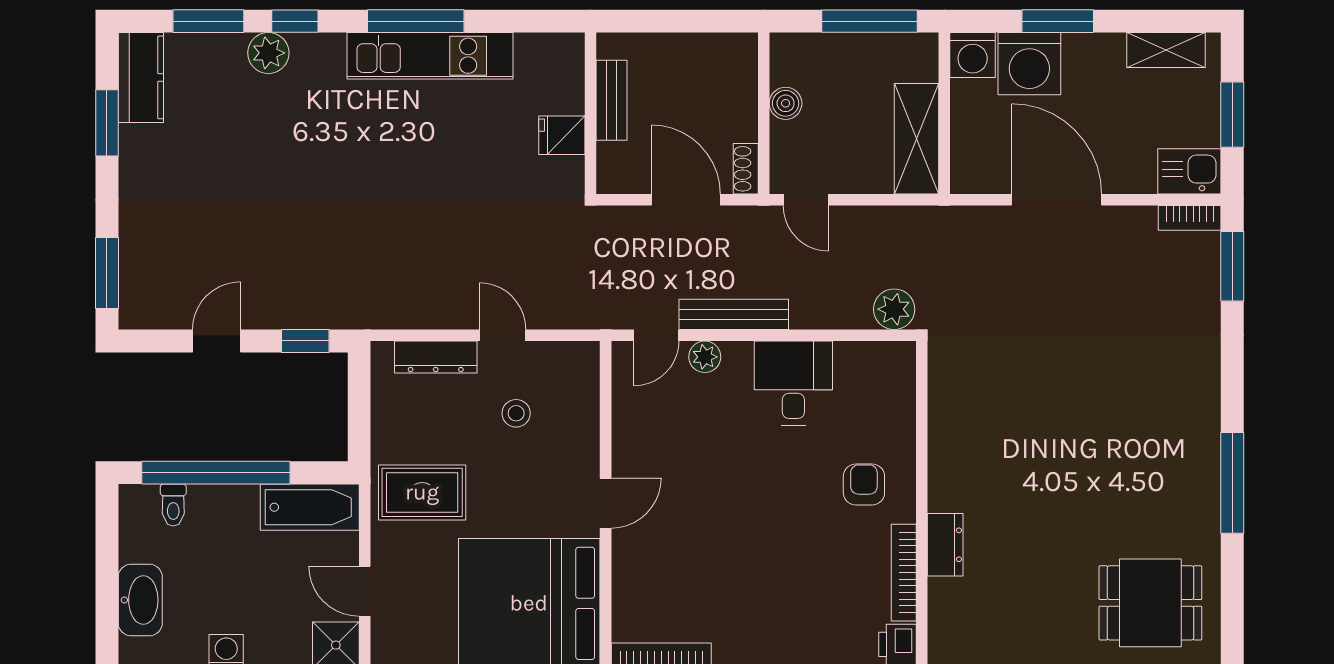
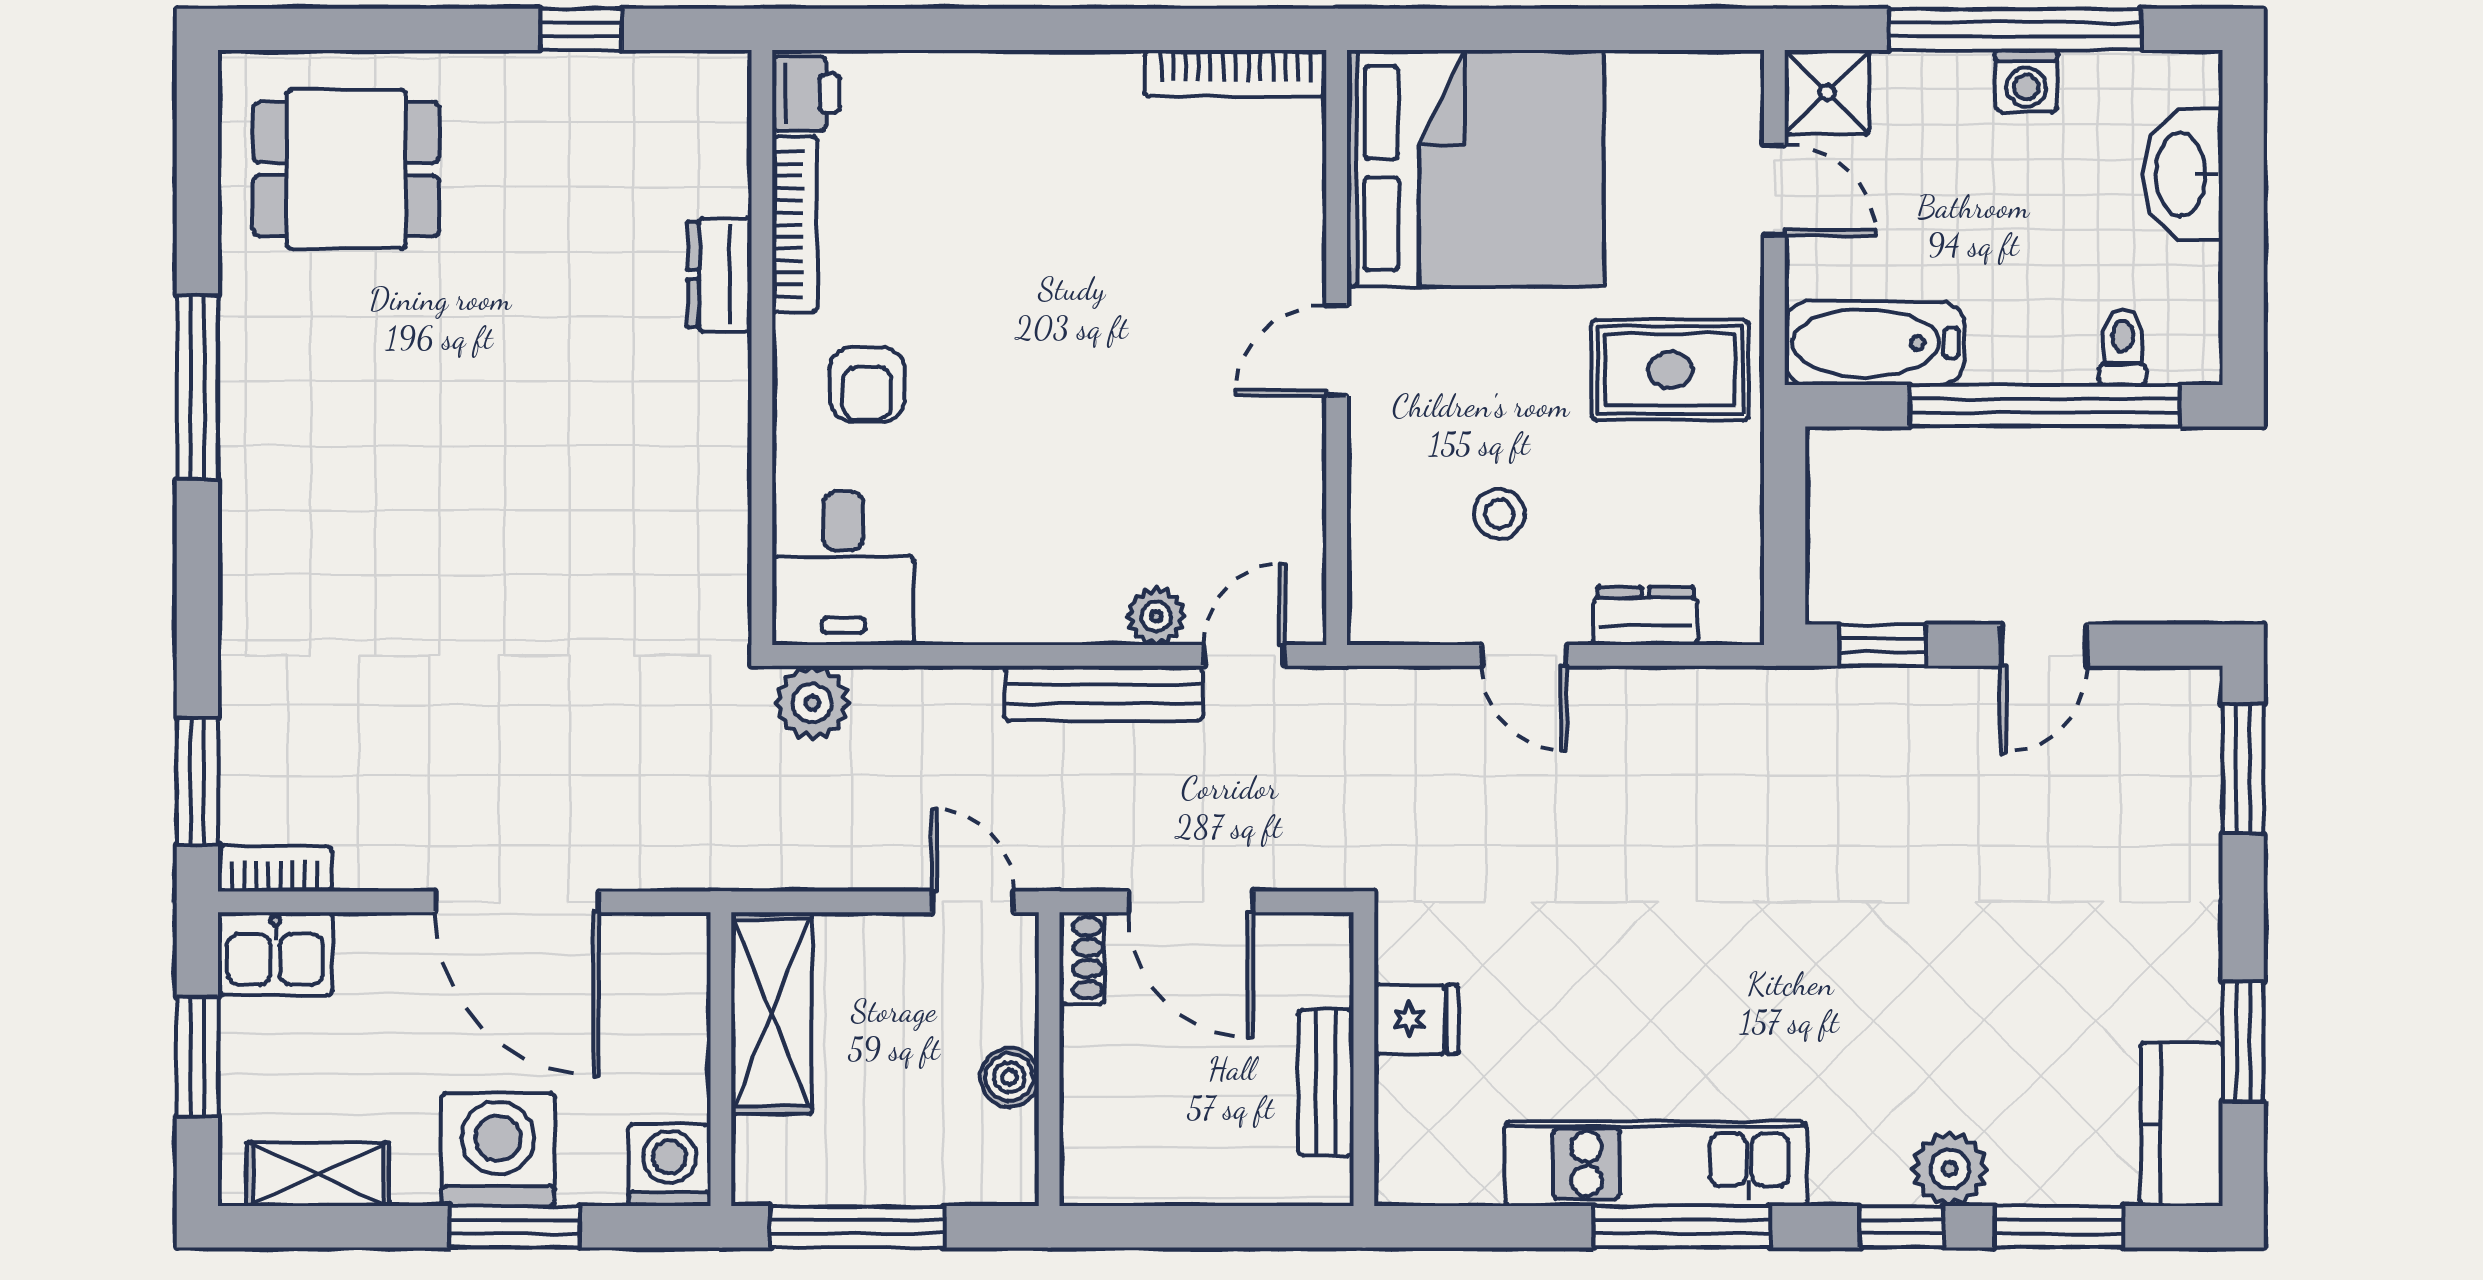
washing machine: (1029, 64) -> (498, 1149), moved
dresser: (436, 357) -> (1645, 616), width x0.70
desk: (793, 383) -> (843, 569), moved

